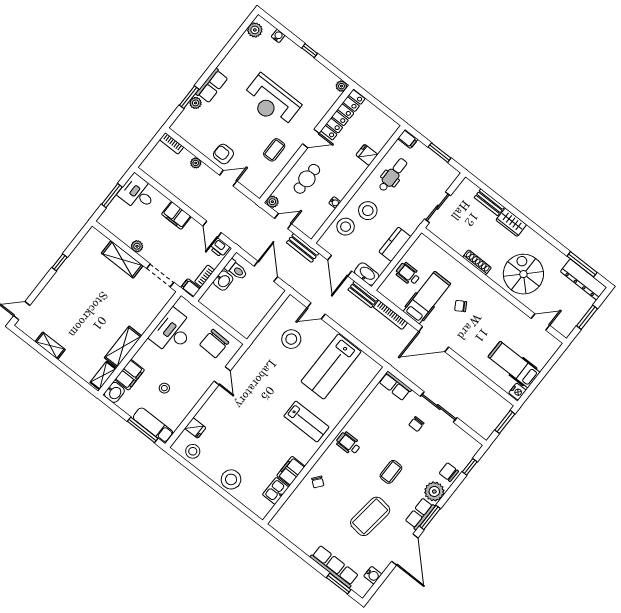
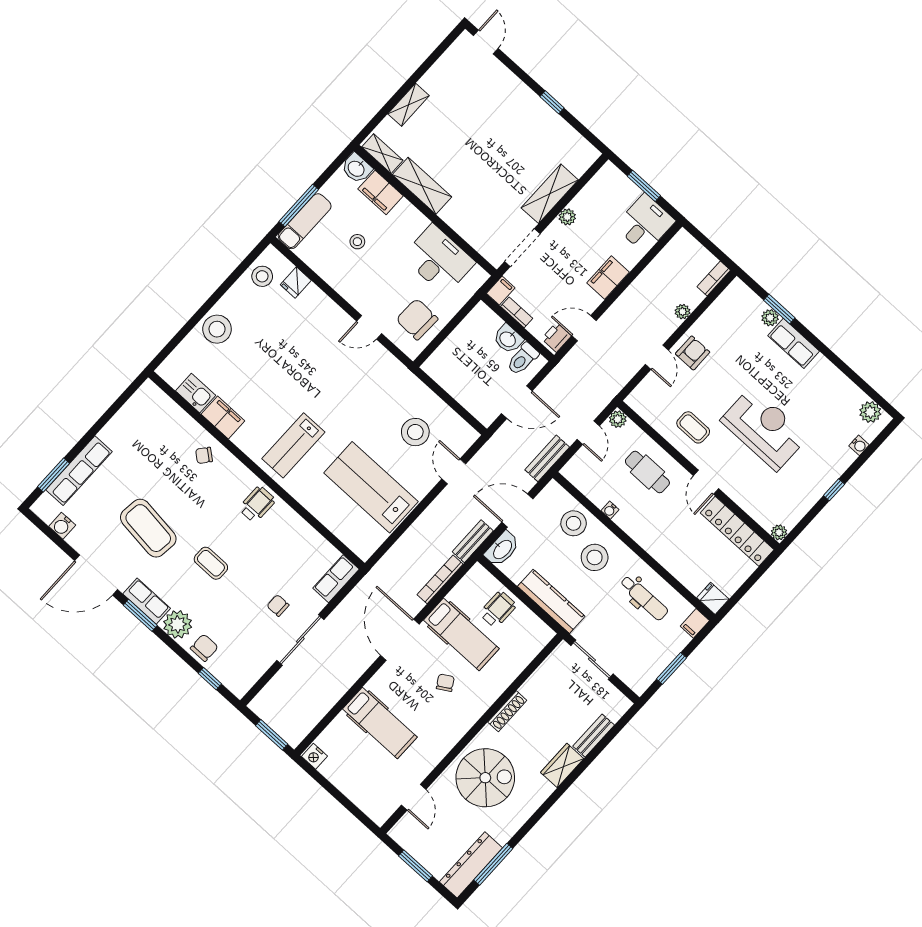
reception desk: (271, 101) -> (764, 428), turned 90
fridge: (367, 155) -> (713, 598), moved, turned -90
kitchen counter: (395, 244) -> (551, 601), width x1.50
shelving: (50, 346) -> (409, 105), moved
hospital bed: (514, 365) -> (380, 723), moved, turned 90

